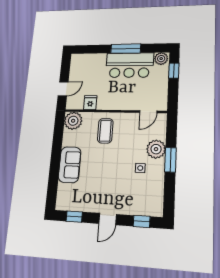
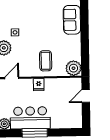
fridge: (90, 103) -> (39, 85), moved
sofa: (70, 165) -> (72, 20), moved

